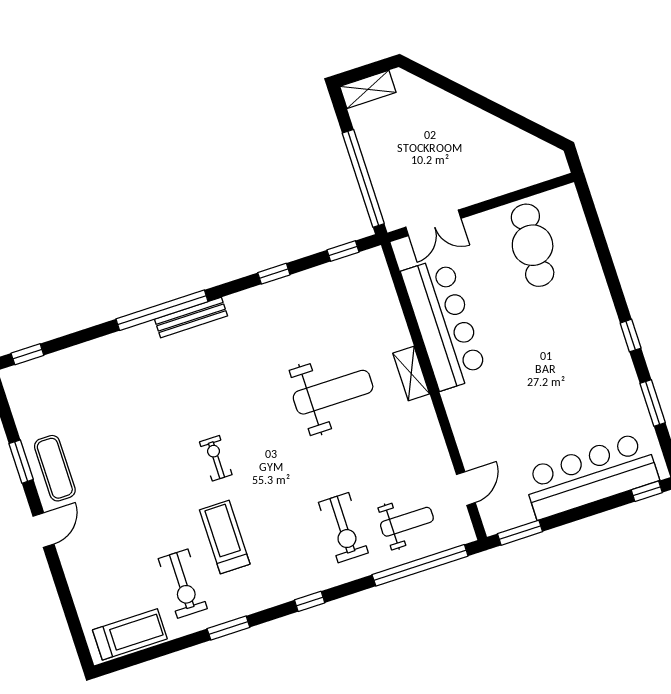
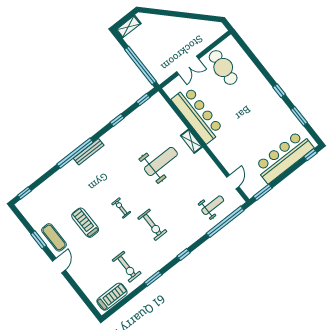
double door: (433, 223) -> (188, 65), moved
exercise bike: (343, 528) -> (152, 225), moved
treadmill: (225, 537) -> (85, 223), moved

